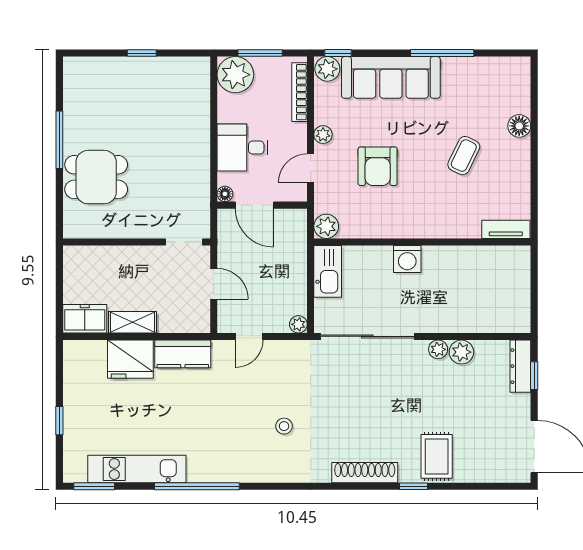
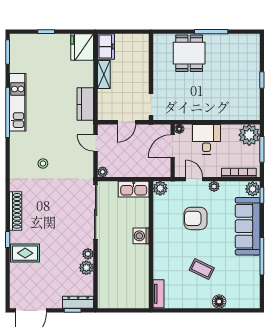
fridge: (130, 359) -> (82, 47), moved
kitchen unit: (137, 469) -> (18, 102), moved

